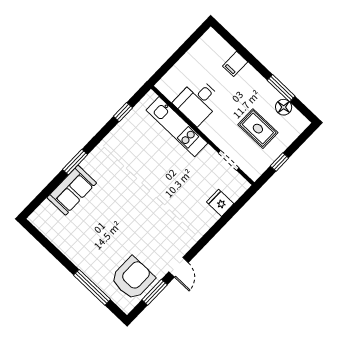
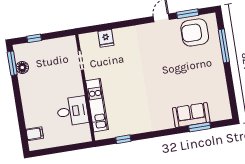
filing cabinet: (235, 64) -> (35, 134), moved
window: (281, 88) -> (12, 63), moved
rug: (258, 129) -> (48, 66), removed
window: (75, 162) -> (200, 127), moved
window: (279, 162) -> (34, 38), moved

